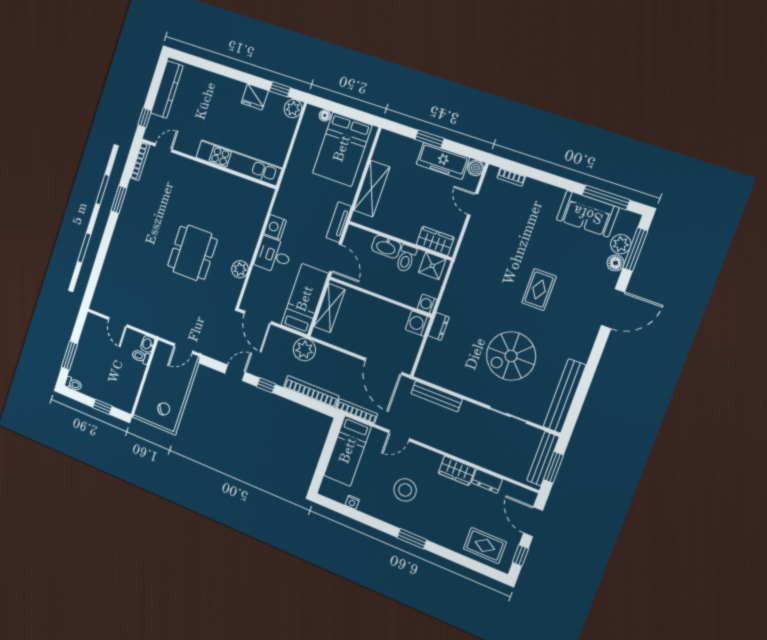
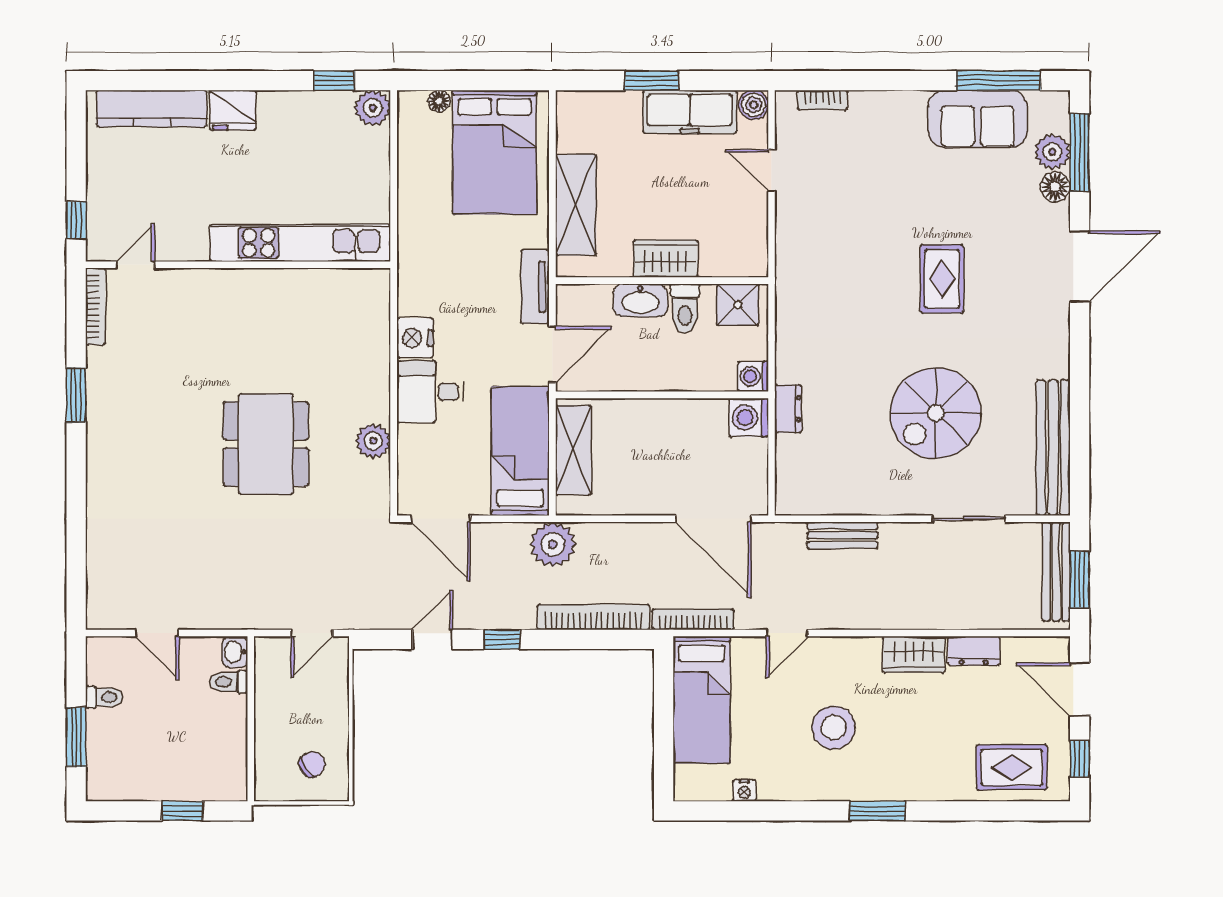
kitchen counter: (167, 90) -> (152, 108), moved, turned 90
fridge: (255, 97) -> (233, 110), moved
wardrobe: (435, 241) -> (665, 259), moved
door: (335, 258) -> (552, 355), hinge flipped
toilet: (73, 384) -> (104, 697), moved
bench: (437, 396) -> (842, 535), width x0.73

